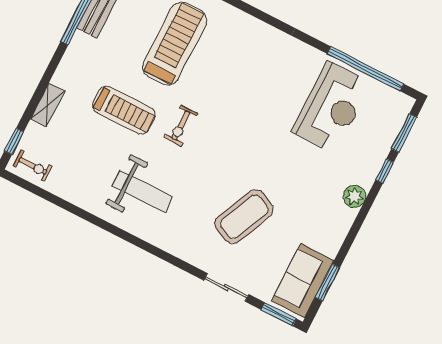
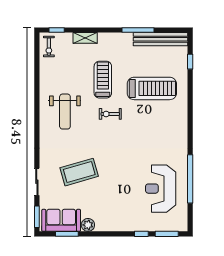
window: (366, 69) -> (190, 179), moved
reception desk: (331, 107) -> (161, 189), turned 90
treadmill: (124, 110) -> (103, 80), turned 180
plant: (355, 196) -> (88, 225), moved
coffee table: (244, 217) -> (79, 172), turned -40

